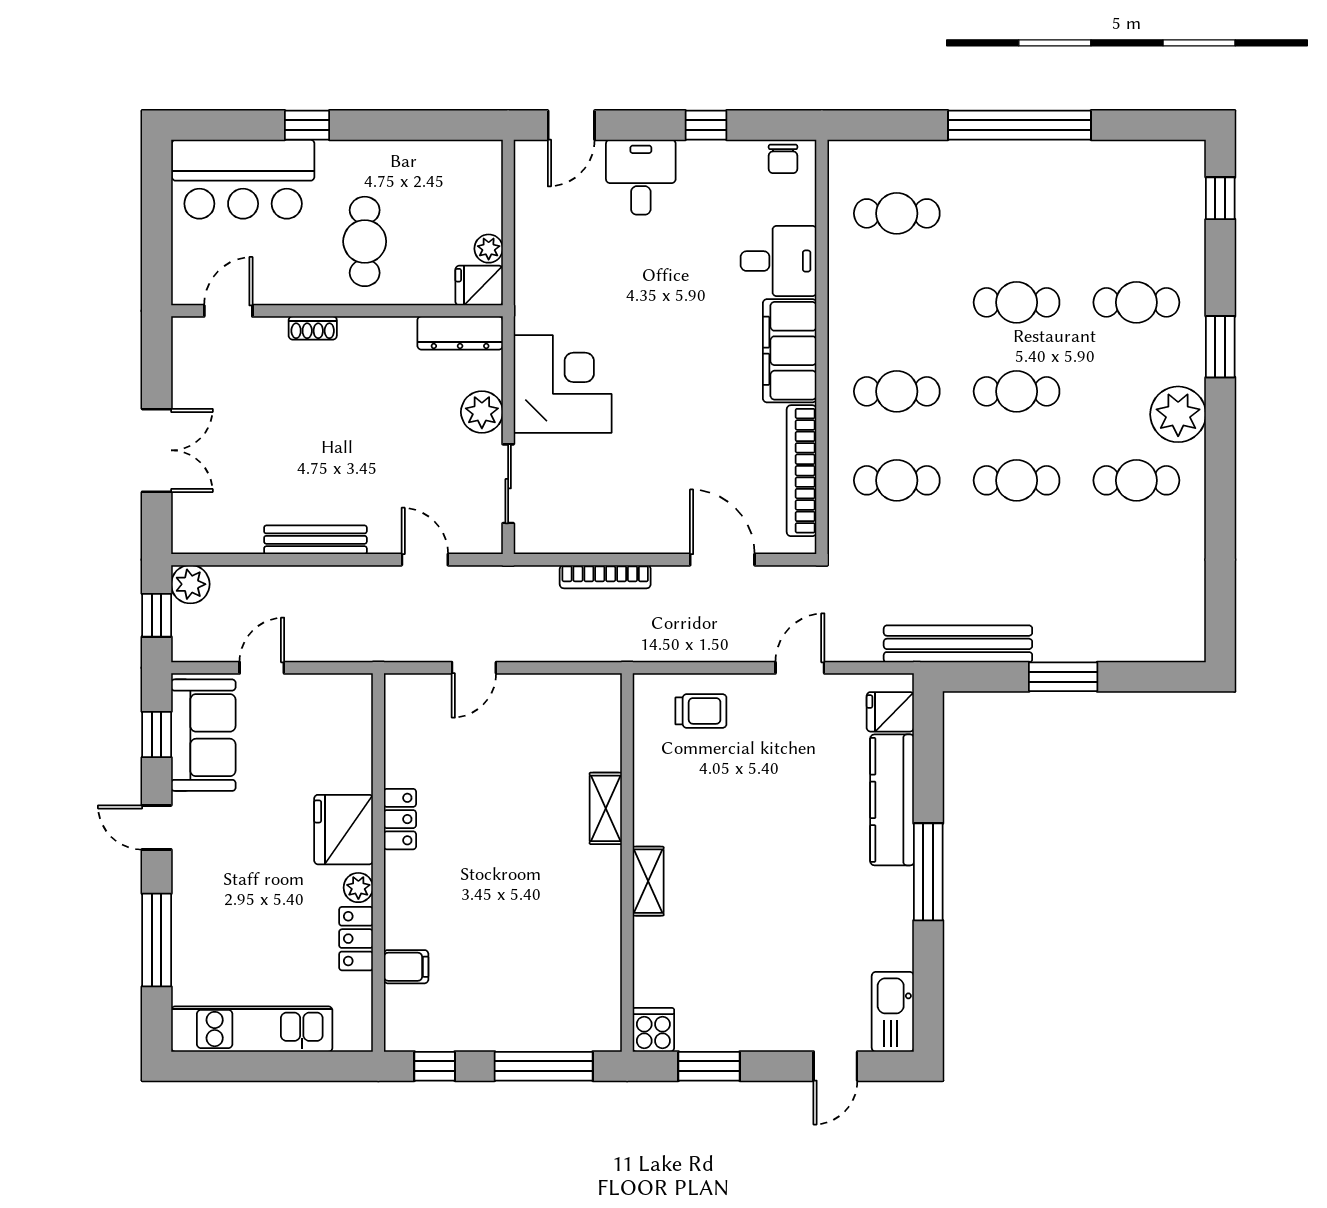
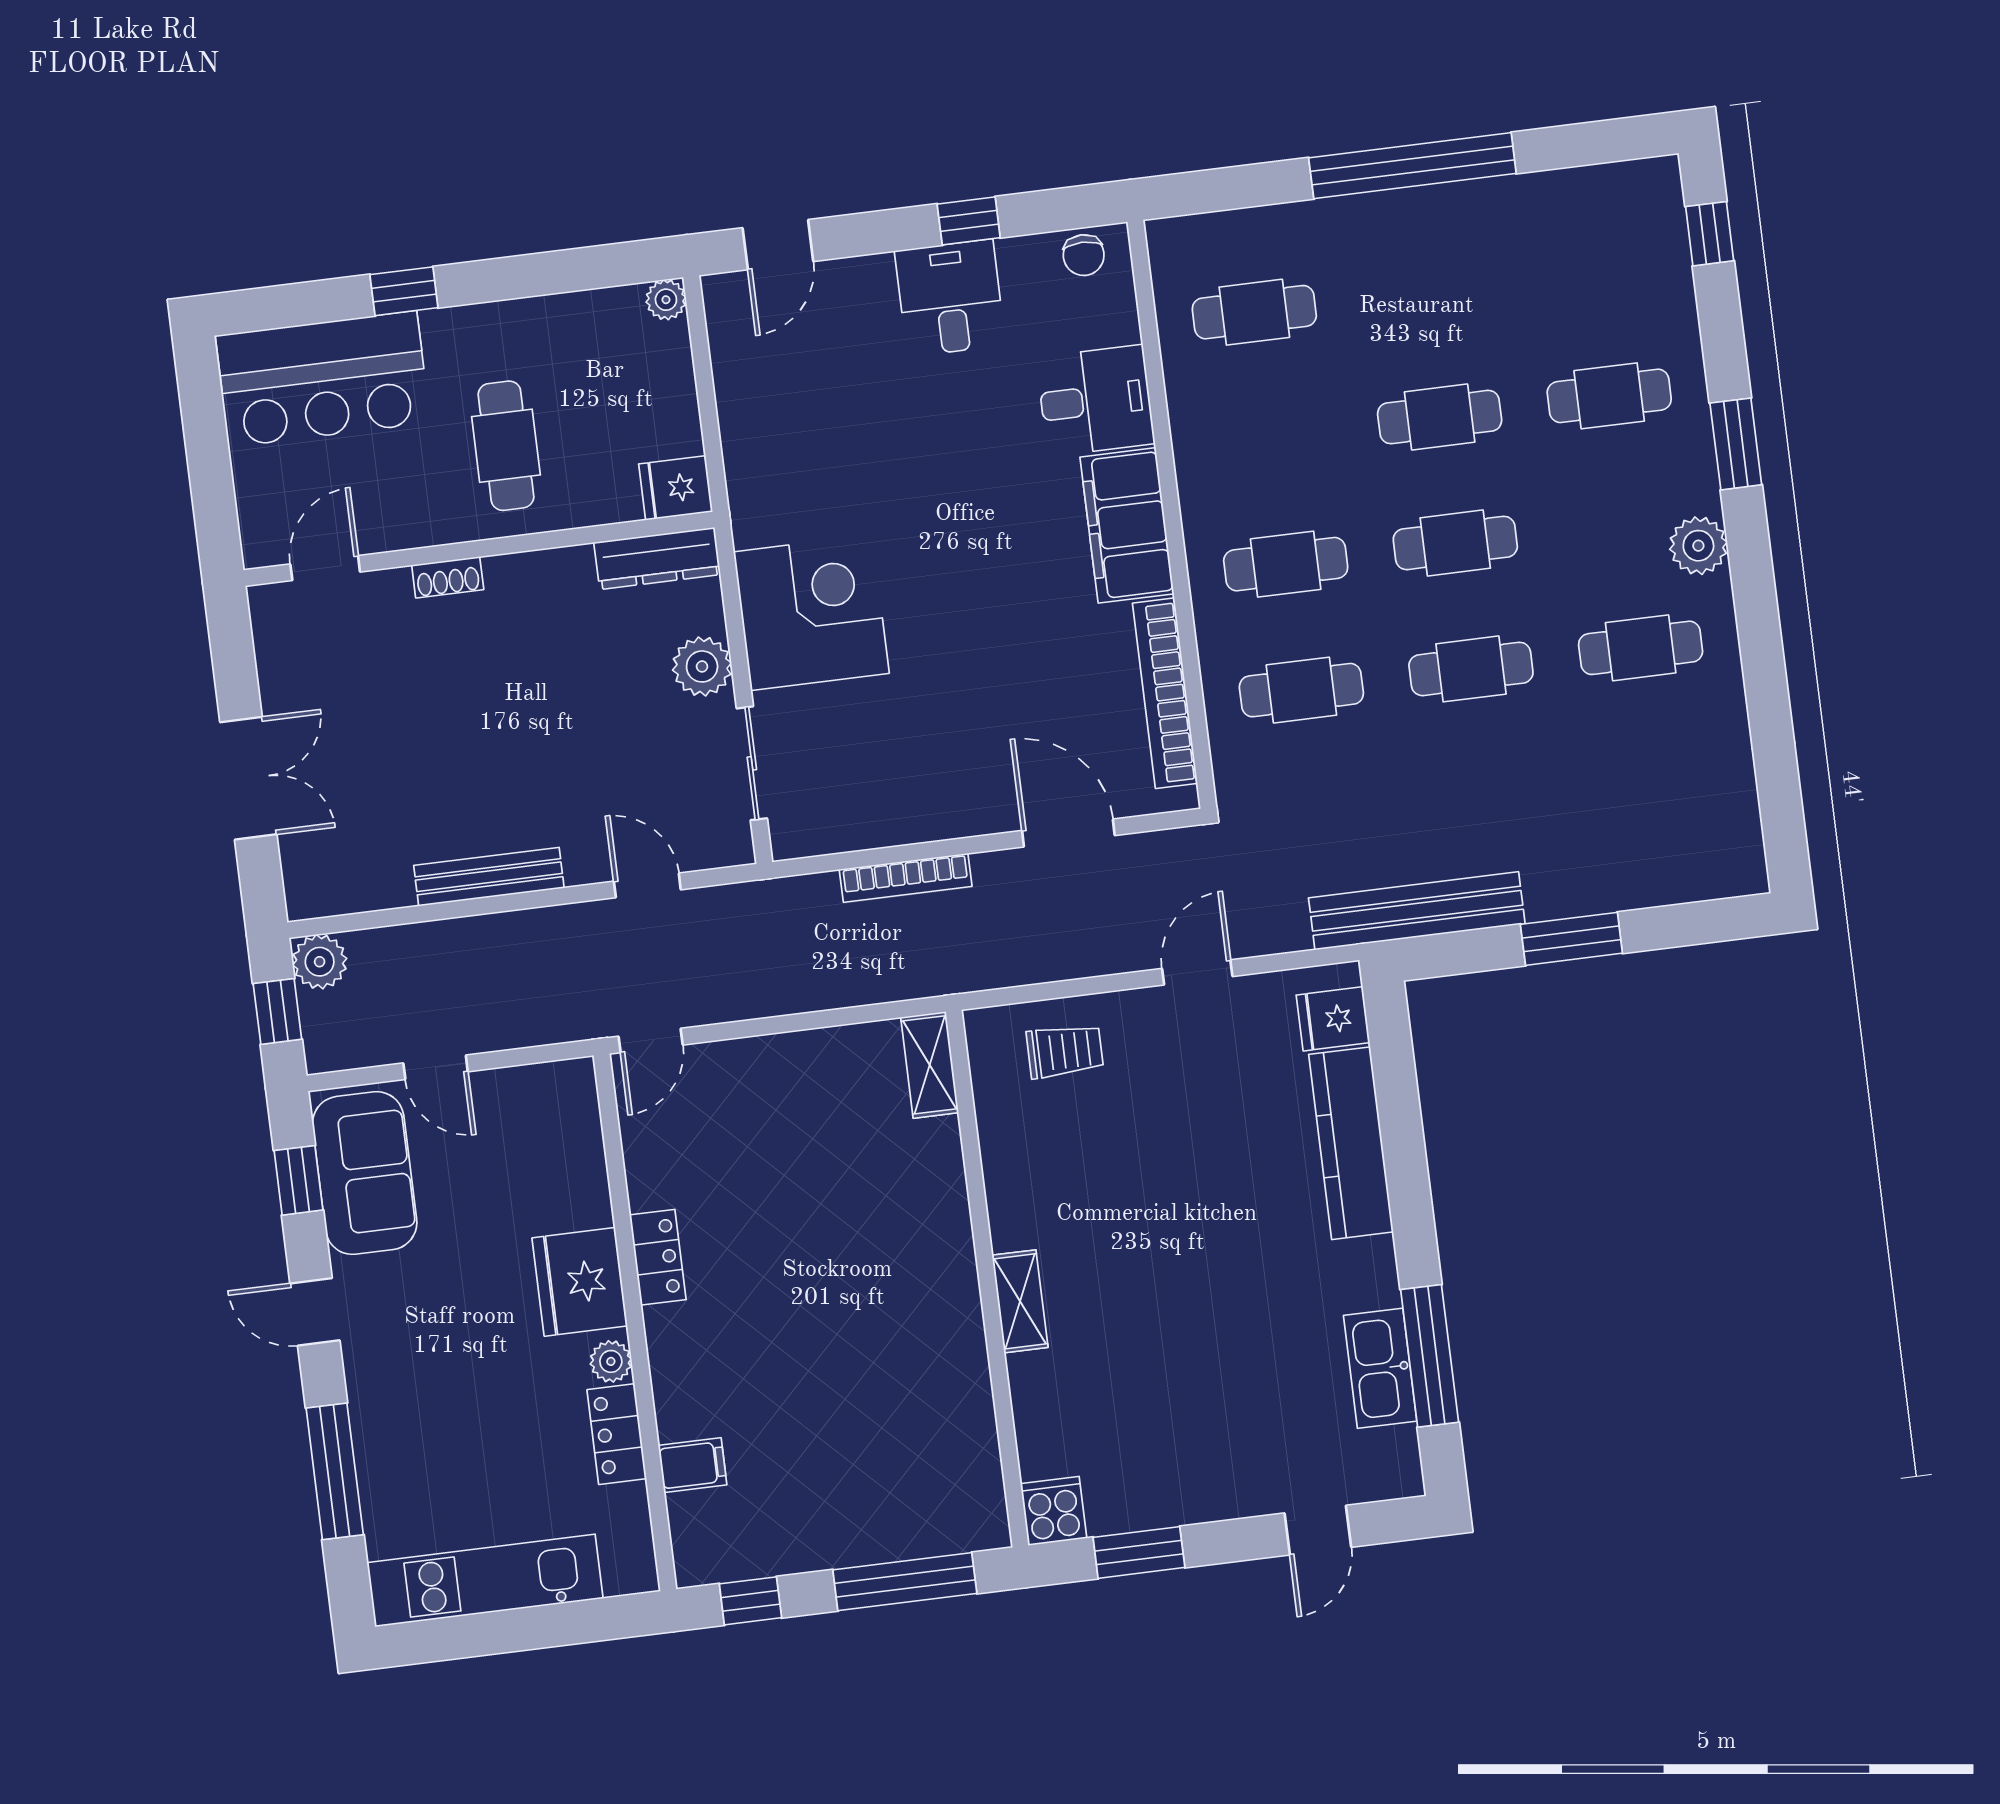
desk: (641, 177) -> (950, 298), moved
plant: (489, 249) -> (666, 300), moved
plant: (1178, 414) -> (1698, 546), width x0.73, depth x0.73
door: (262, 668) -> (436, 1067), swing flipped
door: (474, 668) -> (651, 1041), moved
shelving: (606, 808) -> (930, 1065), moved
window: (928, 872) -> (1430, 1356), moved
kitchen sink: (893, 1012) -> (1380, 1368), moved

